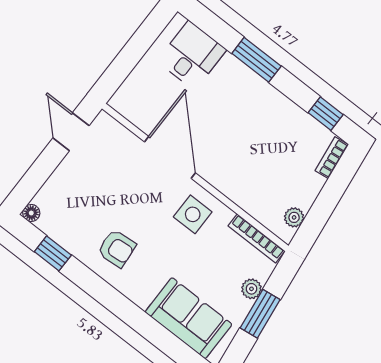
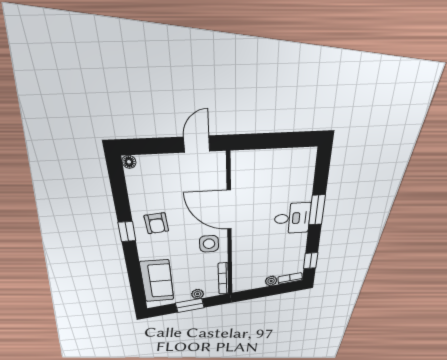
desk: (192, 55) -> (292, 218), moved
door: (170, 157) -> (229, 210), swing flipped
plant: (294, 217) -> (271, 281), moved
window: (53, 253) -> (127, 232), moved

